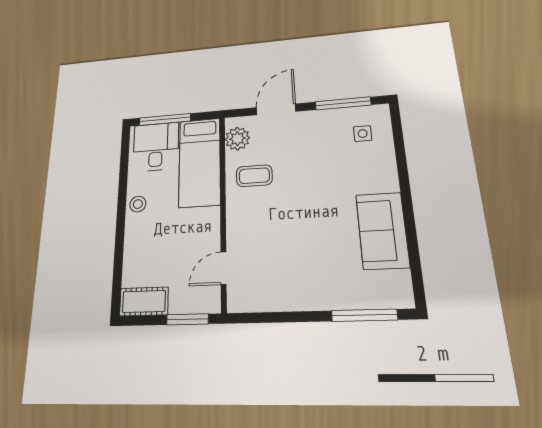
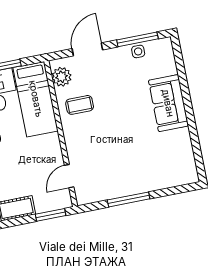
side table: (363, 134) -> (138, 51), moved
sofa: (382, 230) -> (168, 103), moved
window: (364, 315) -> (129, 199), moved

